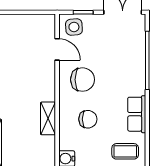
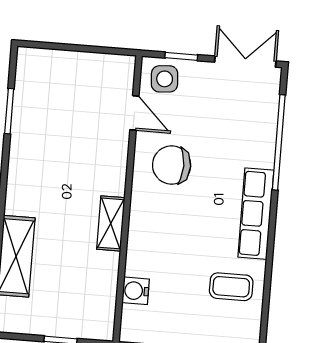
chair: (83, 80) -> (172, 165), turned 180
row of seats: (137, 114) -> (256, 214), width x1.48
chair: (88, 119) -> (175, 230), removed

